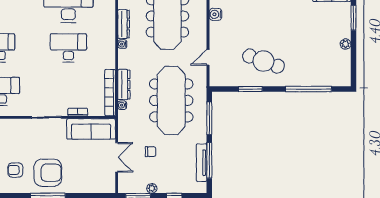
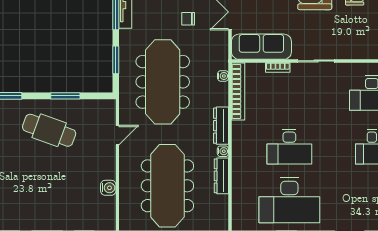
dresser: (124, 85) -> (221, 126), moved
window: (209, 118) -> (116, 60), width x0.69

